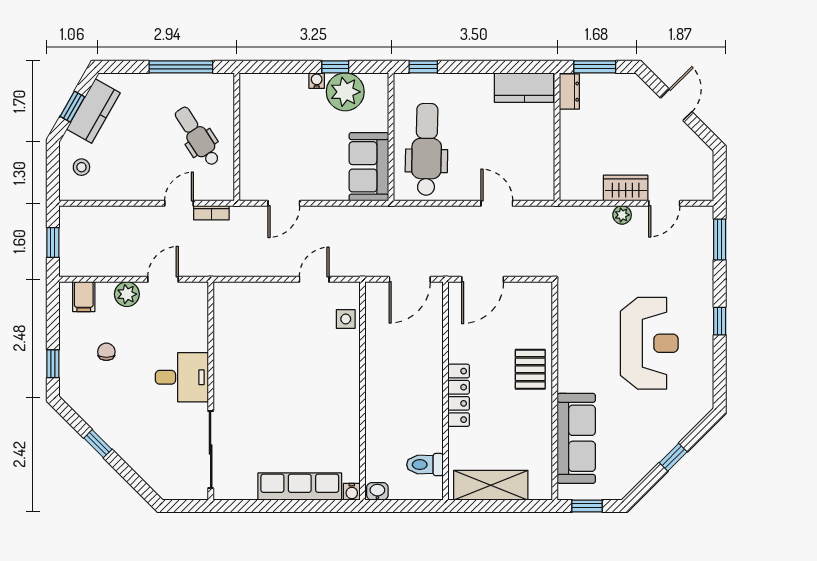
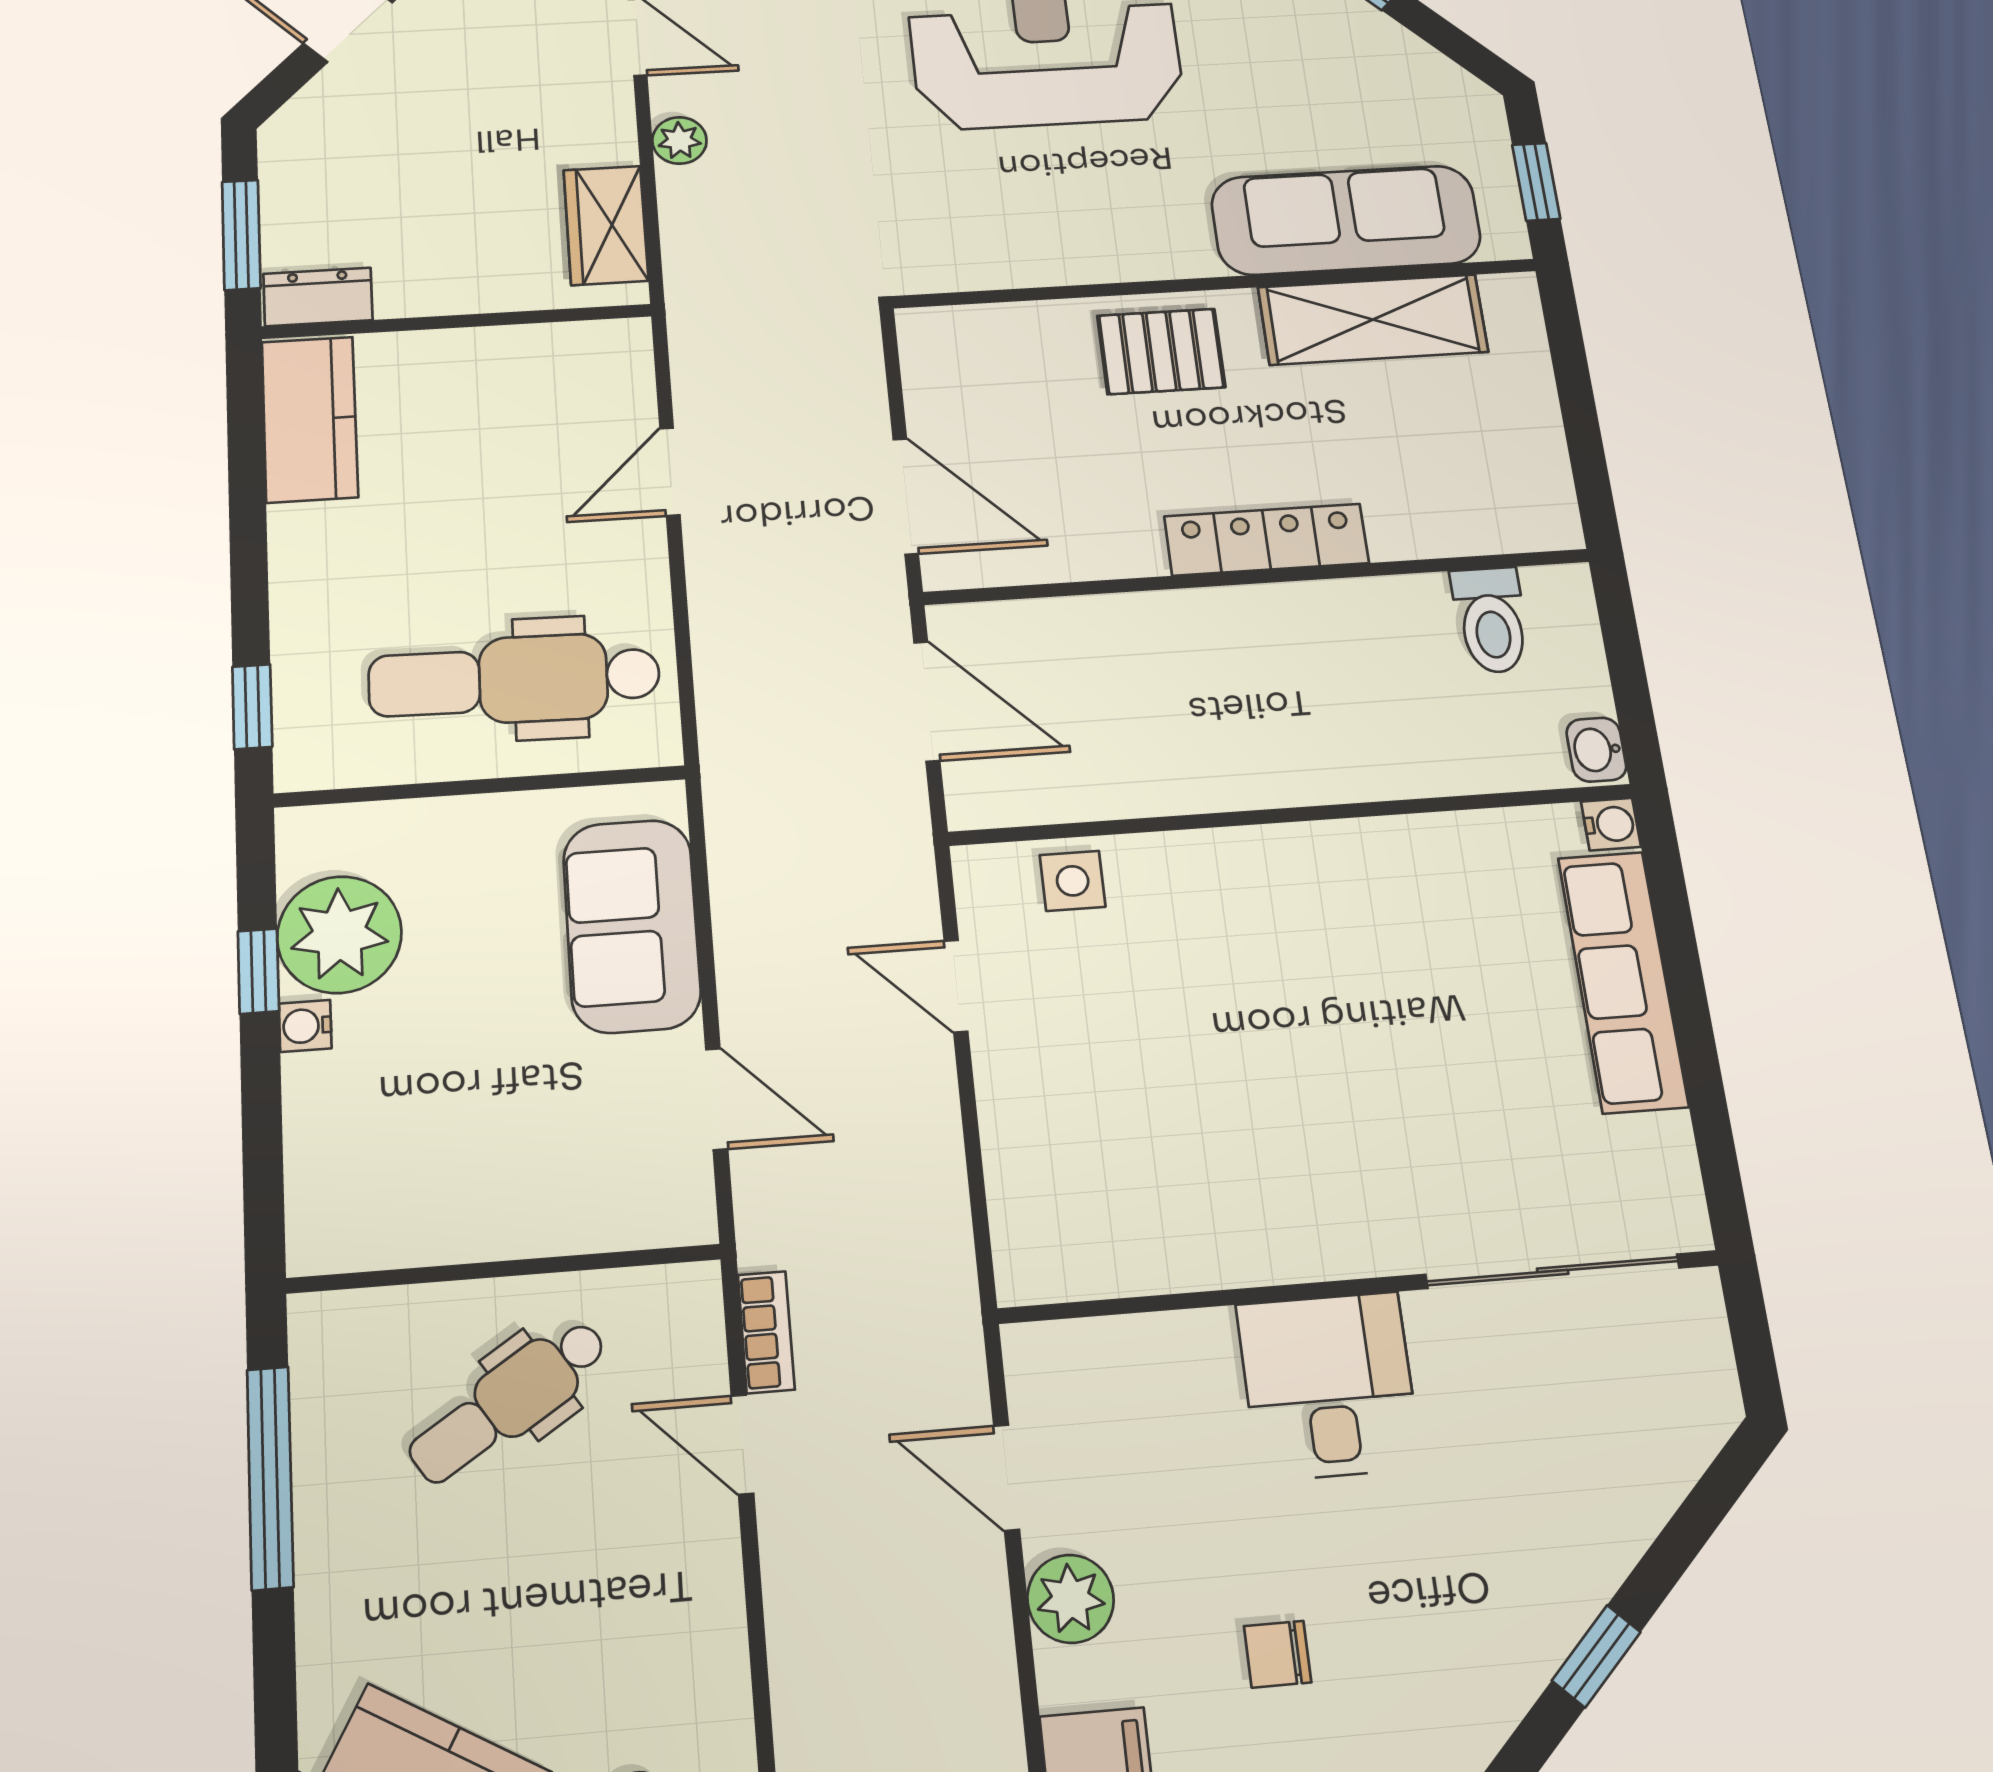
sofa: (369, 167) -> (632, 926), moved, turned 90
wardrobe: (626, 188) -> (606, 225), moved
shelving: (491, 485) -> (1373, 319), moved, turned 90

